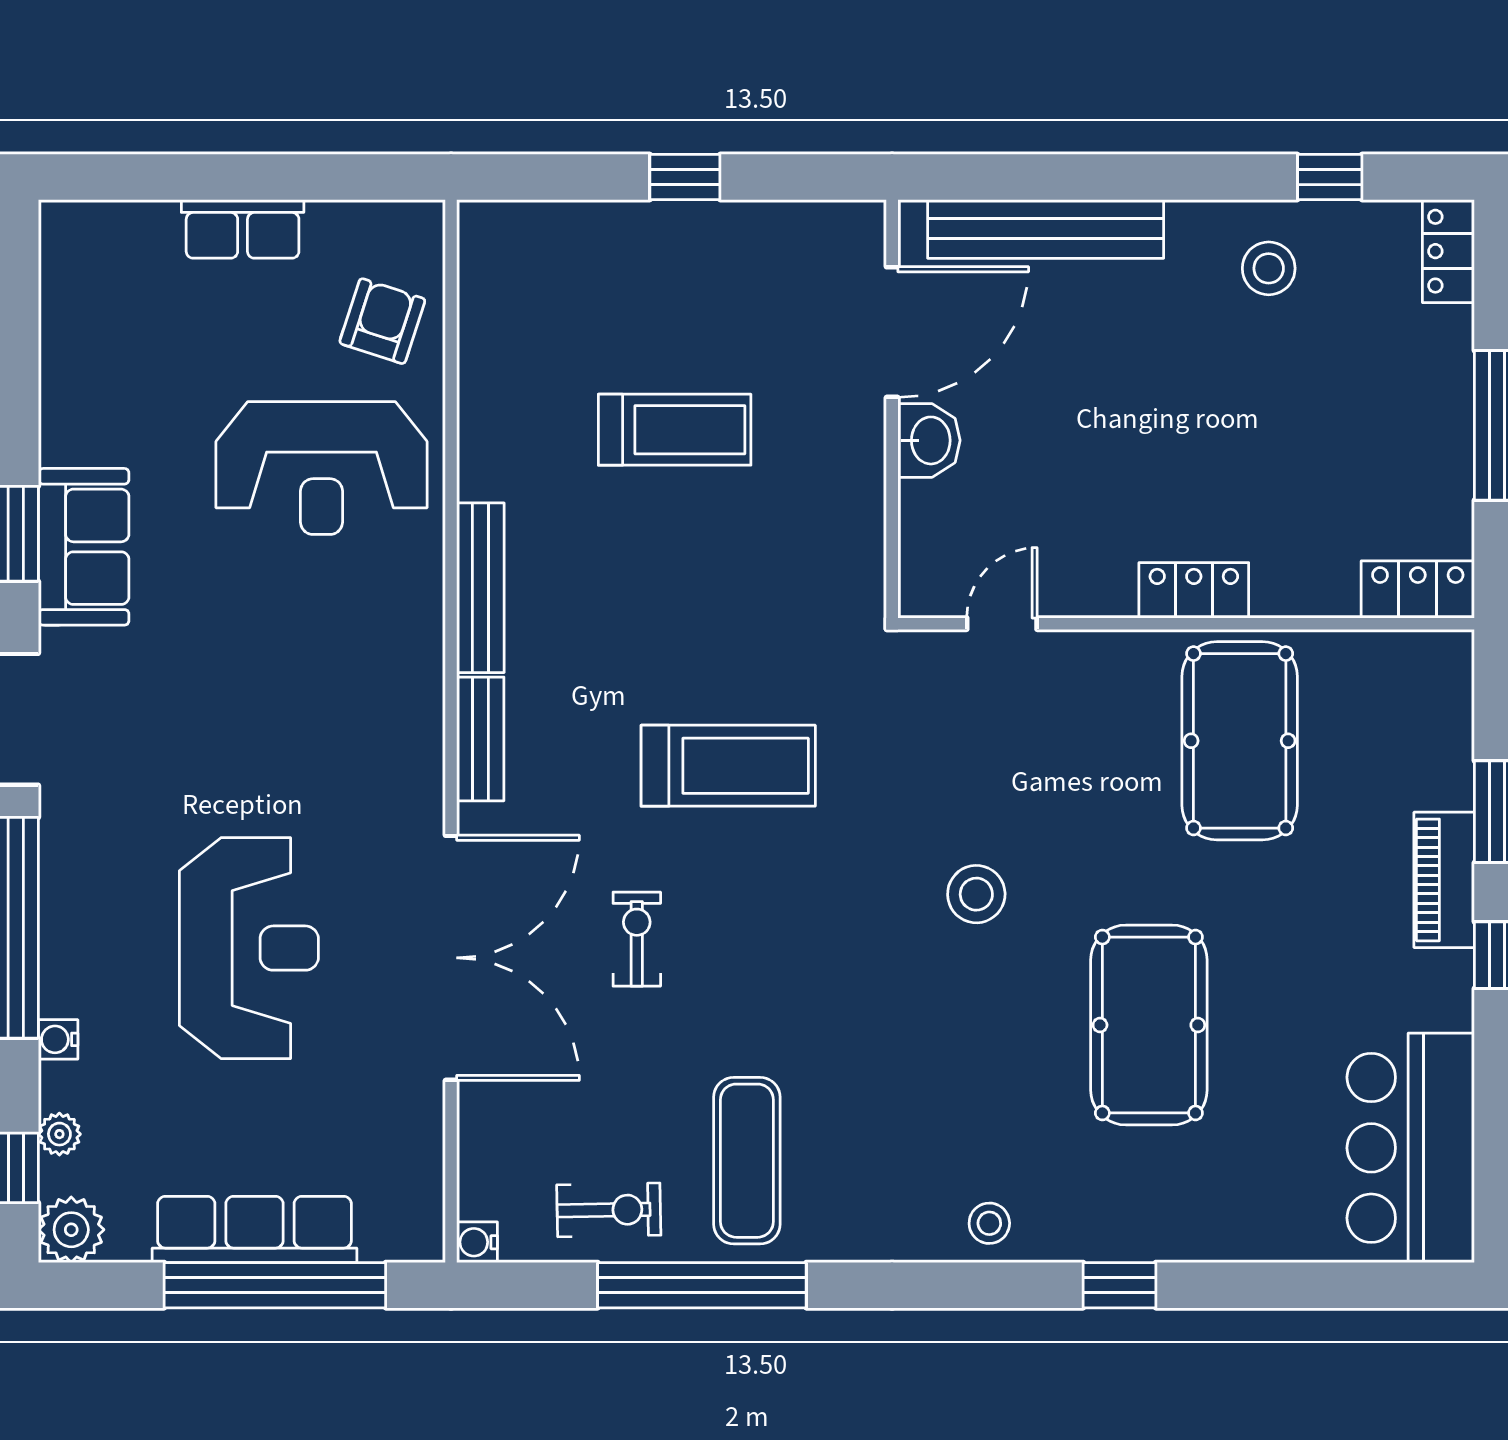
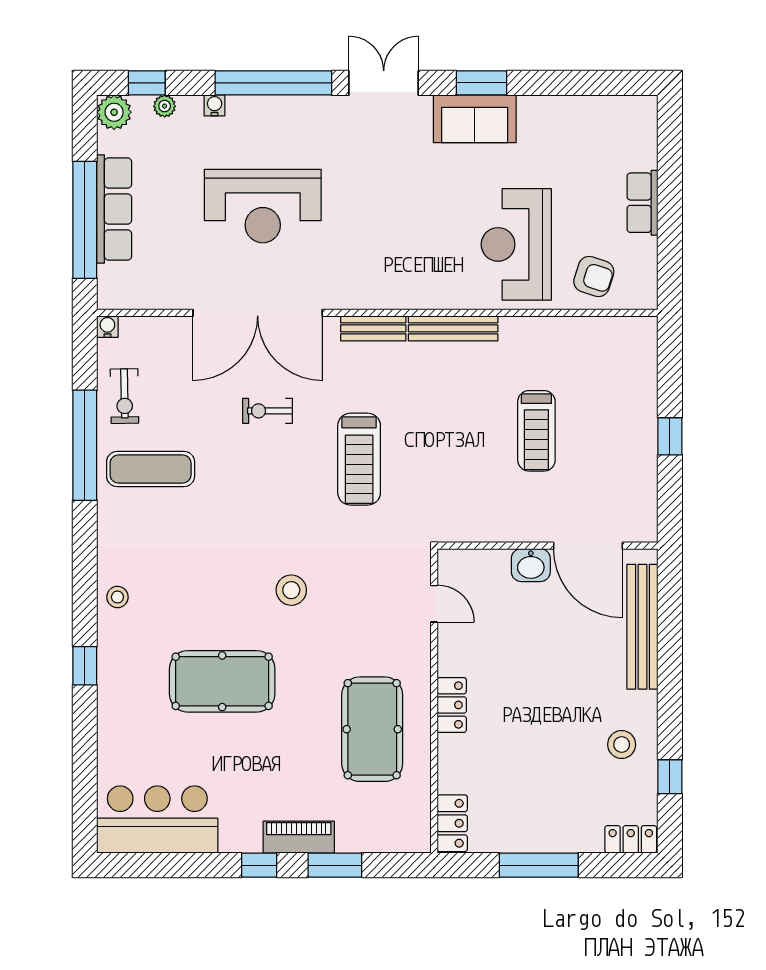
pool table: (1240, 741) -> (372, 729), turned 90
exercise bike: (637, 939) -> (267, 411), turned 180

